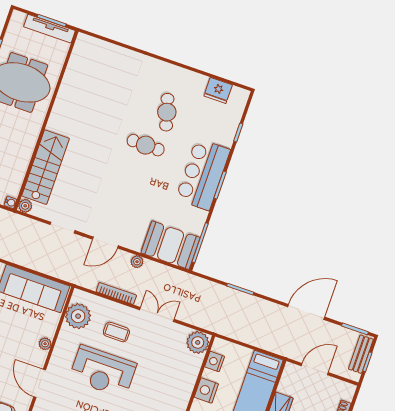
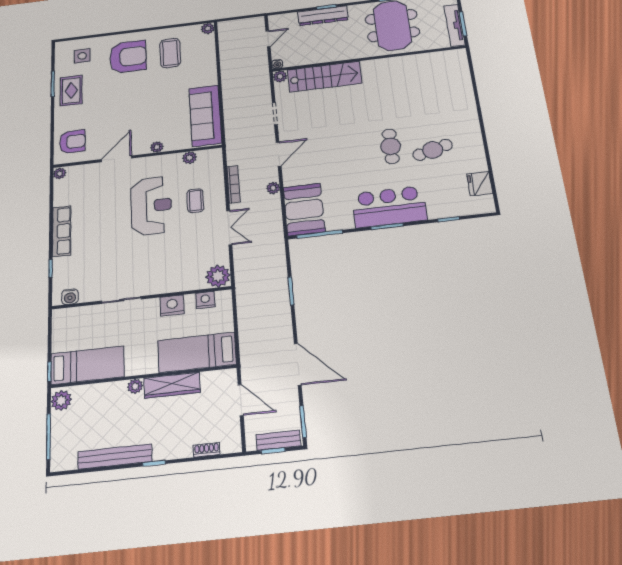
door: (105, 242) -> (279, 154), swing flipped
plant: (78, 316) -> (190, 158), width x0.53, depth x0.53
reception desk: (103, 371) -> (151, 206), turned 180

